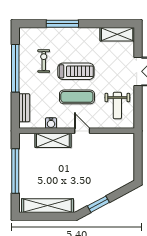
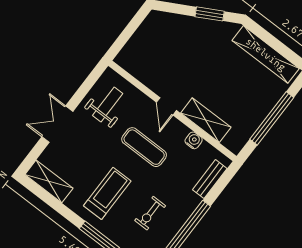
treadmill: (76, 71) -> (107, 193), moved, turned 90

